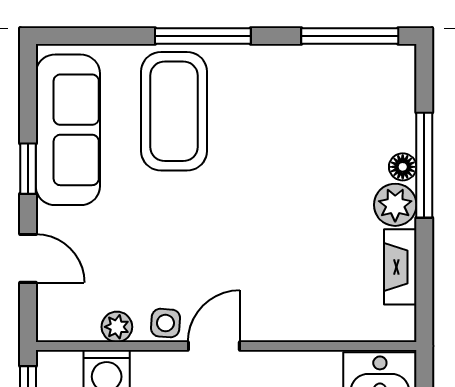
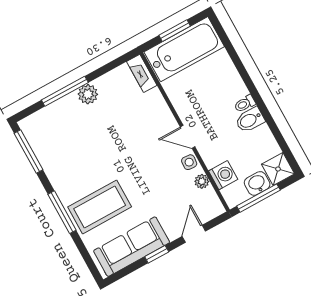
floor lamp: (403, 167) -> (70, 100), removed
fireplace: (400, 267) -> (142, 73), moved, turned 90

